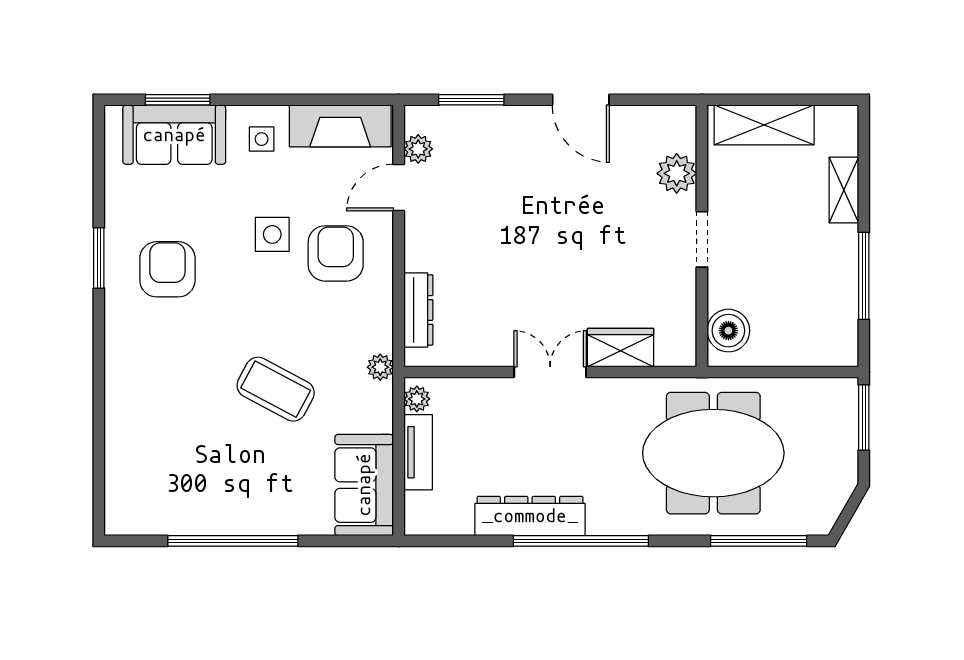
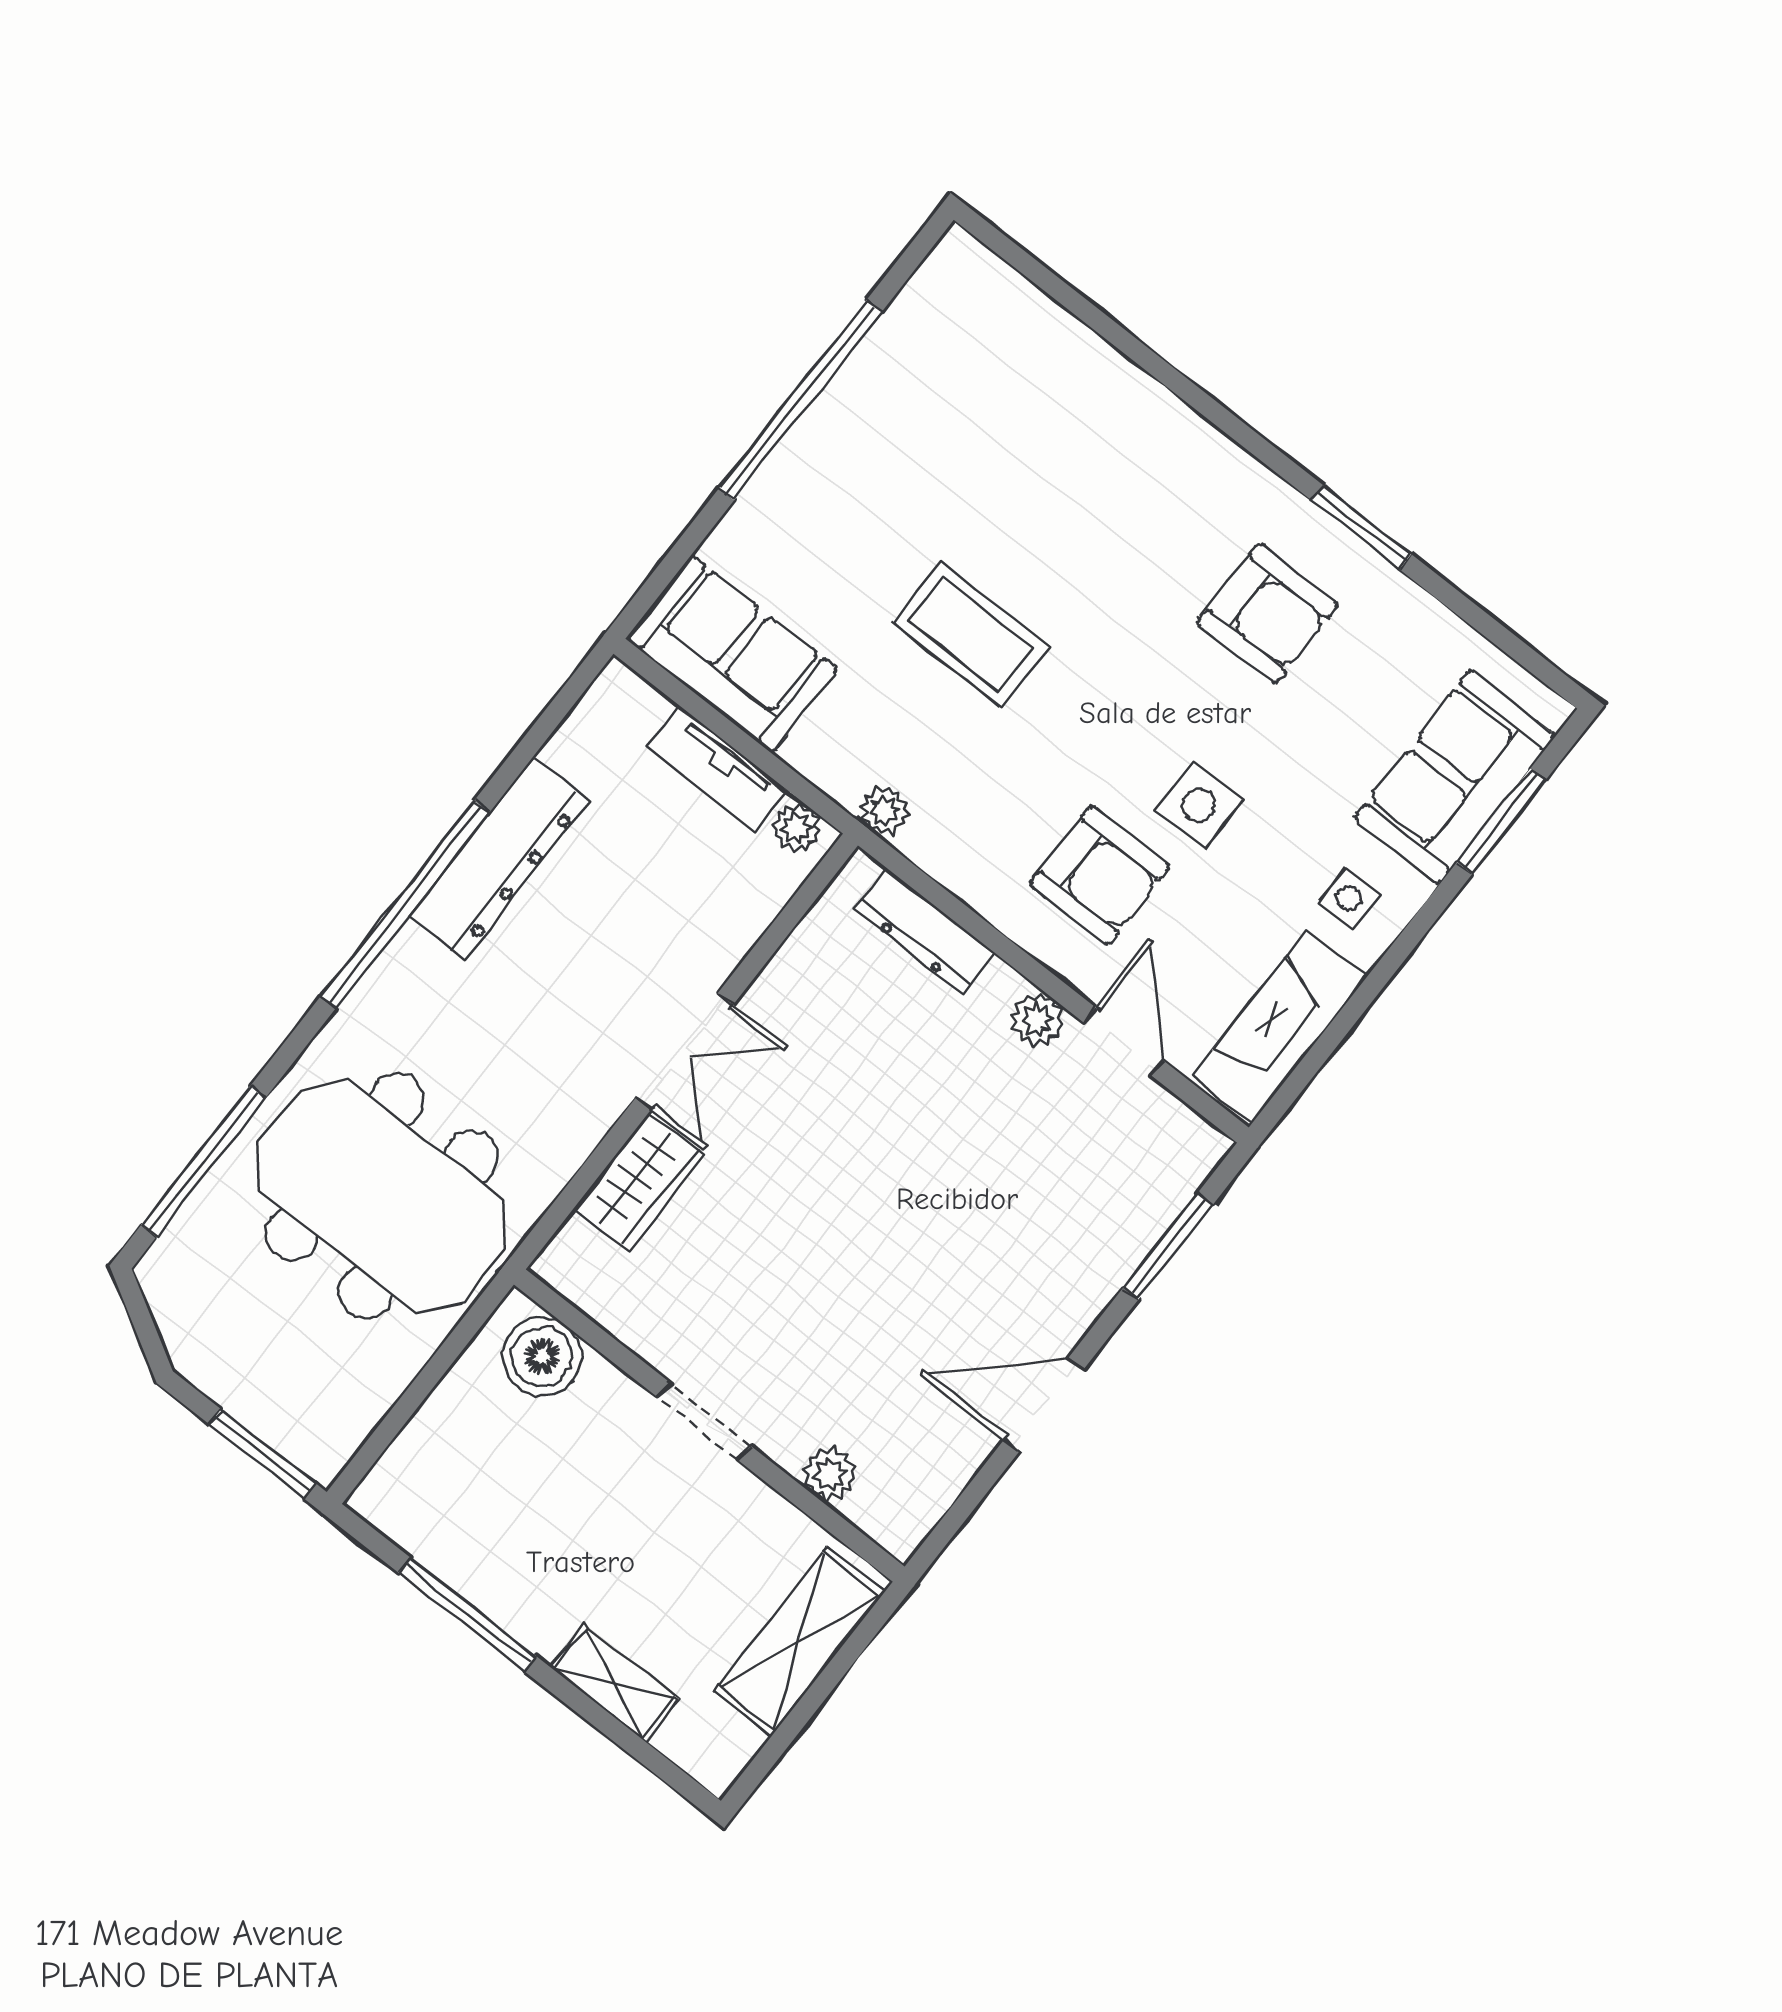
plant: (418, 149) -> (1037, 1020), moved
plant: (677, 173) -> (830, 1474), width x0.73, depth x0.73
coffee table: (276, 389) -> (971, 635), turned 62
meeting table: (713, 453) -> (382, 1196), turned 90

